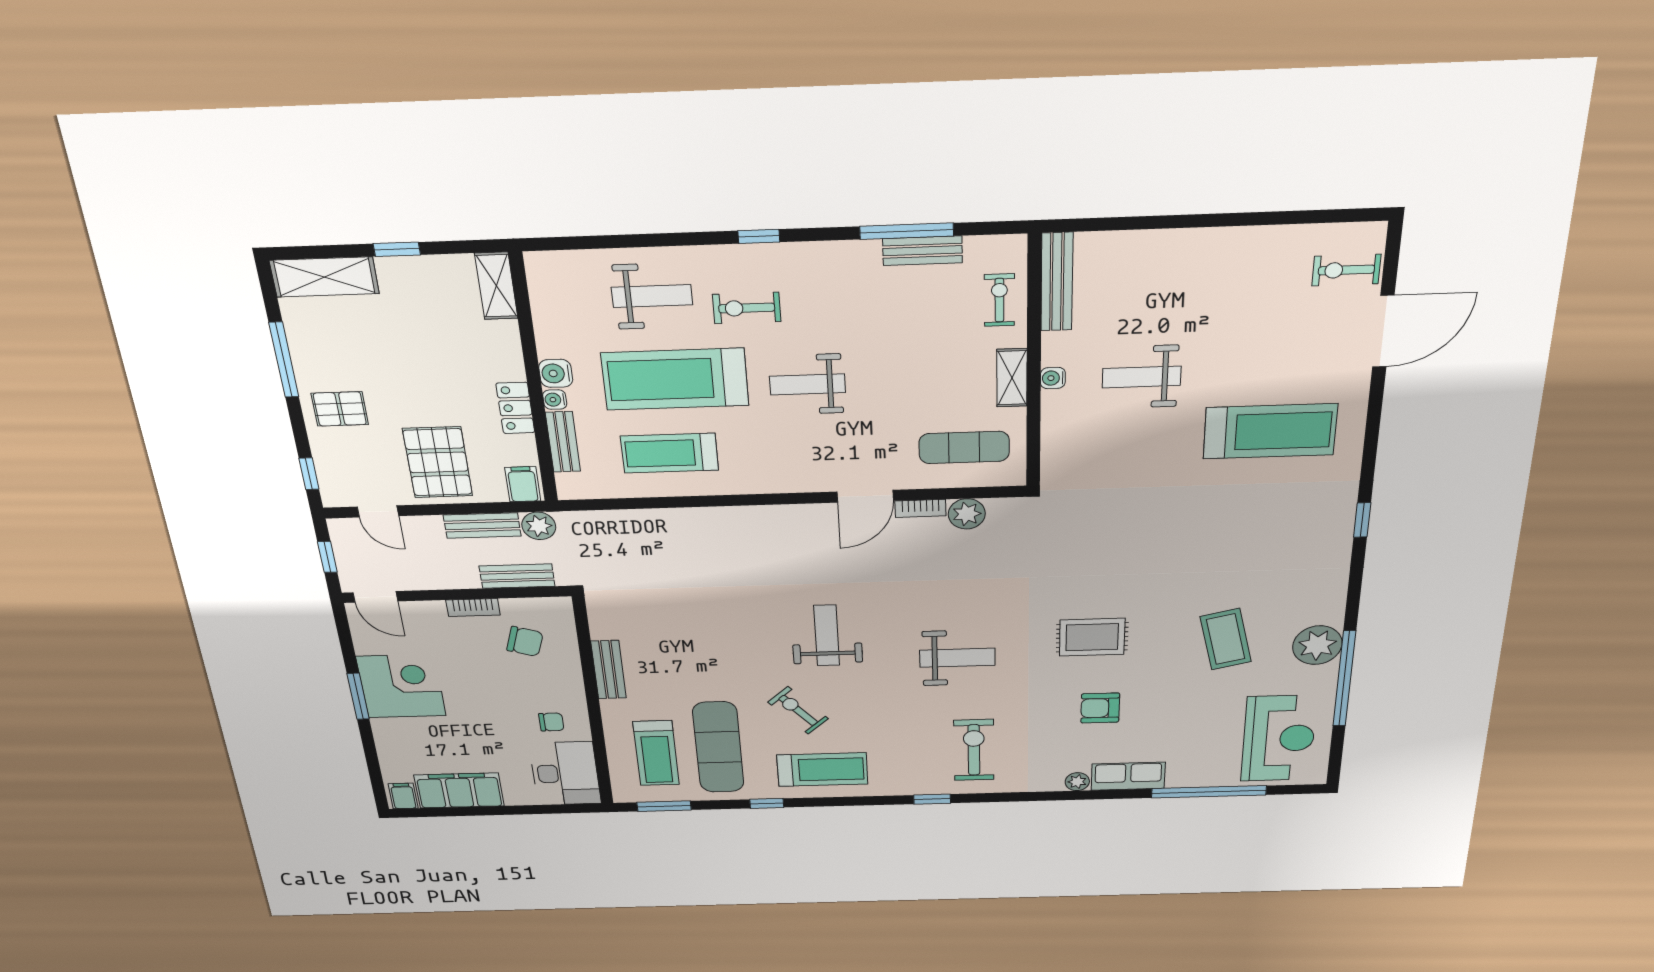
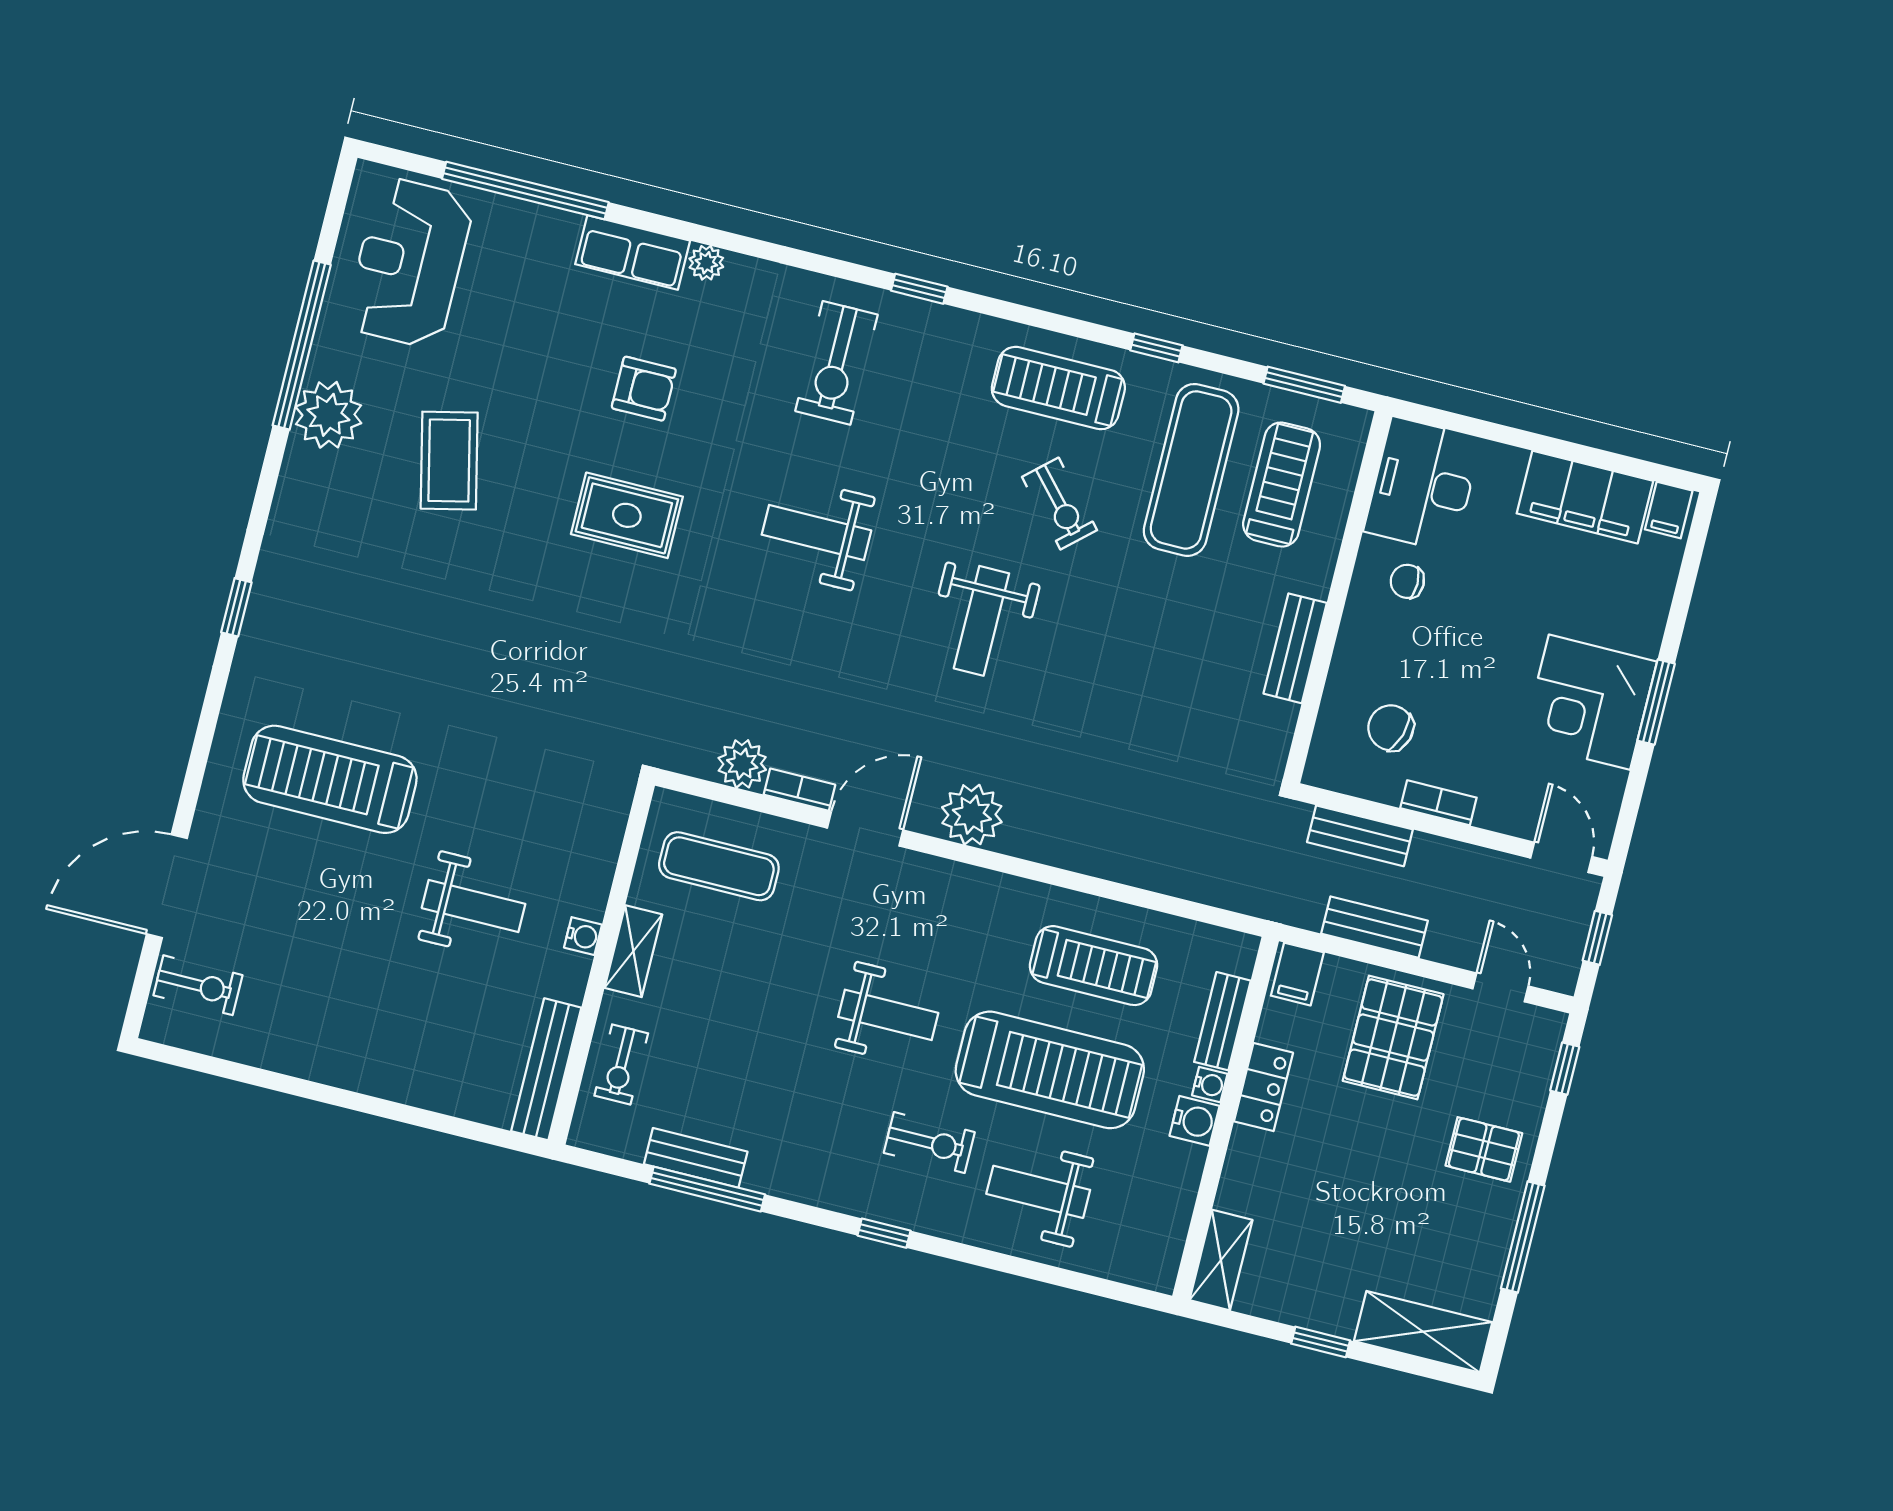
plant: (539, 526) -> (972, 815), moved, width x1.36, depth x1.36

